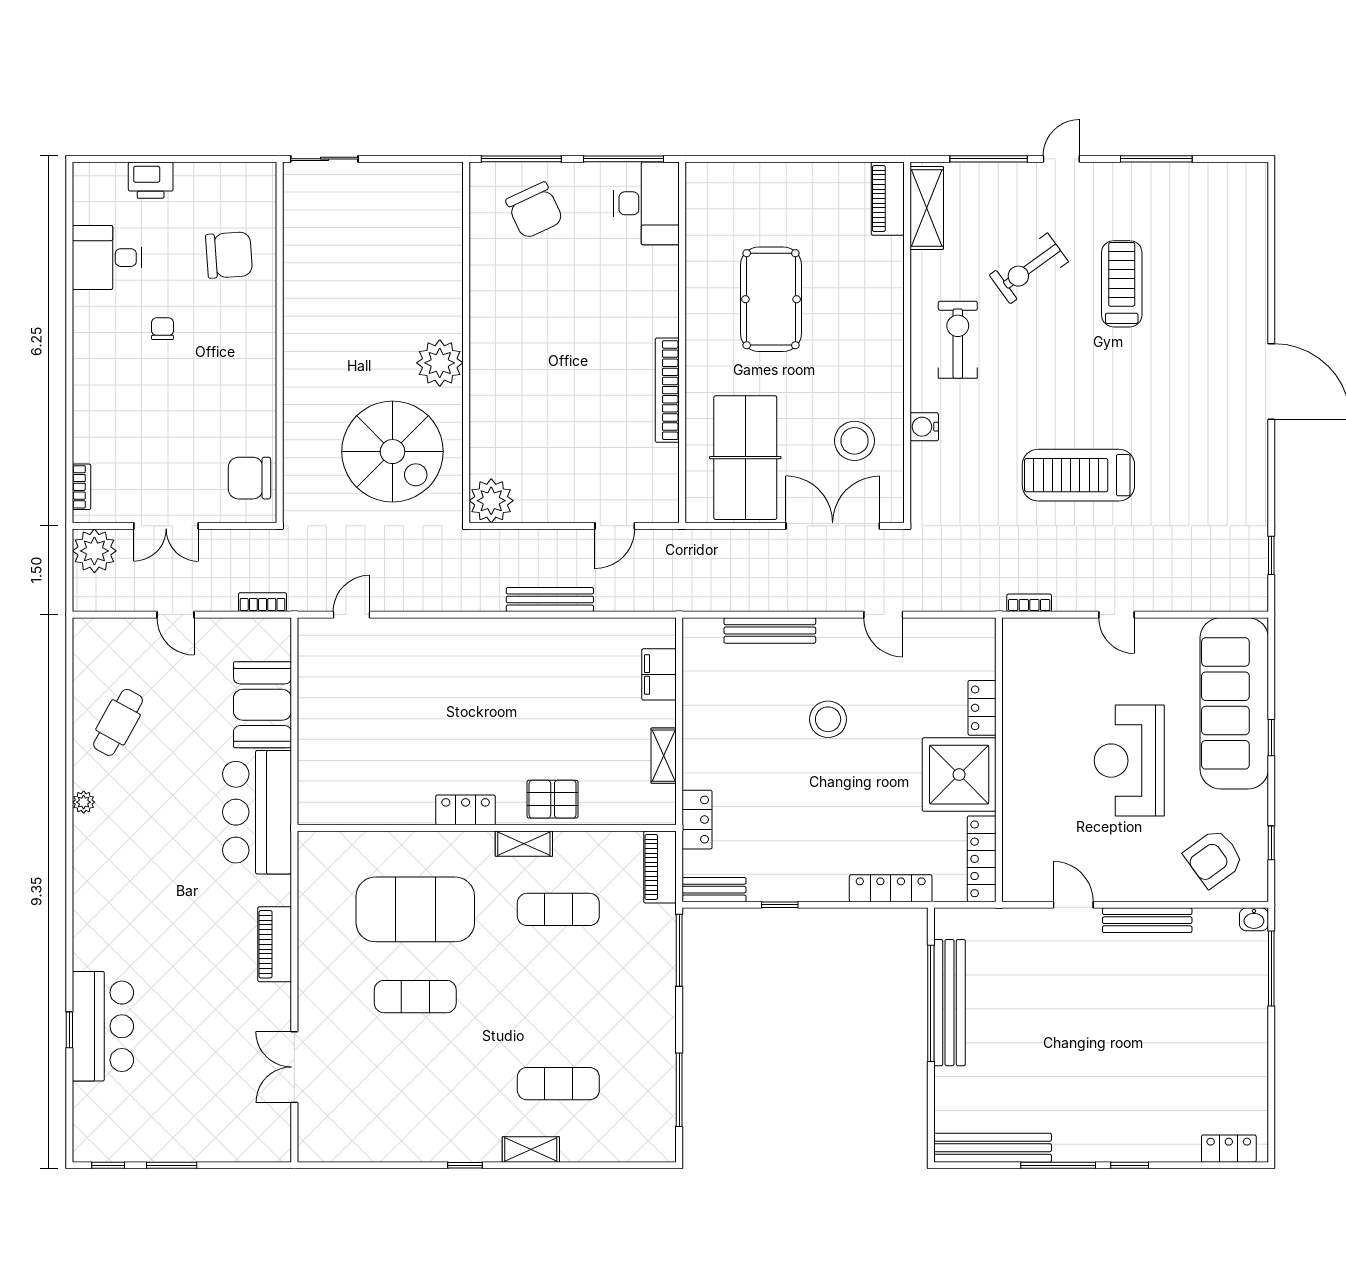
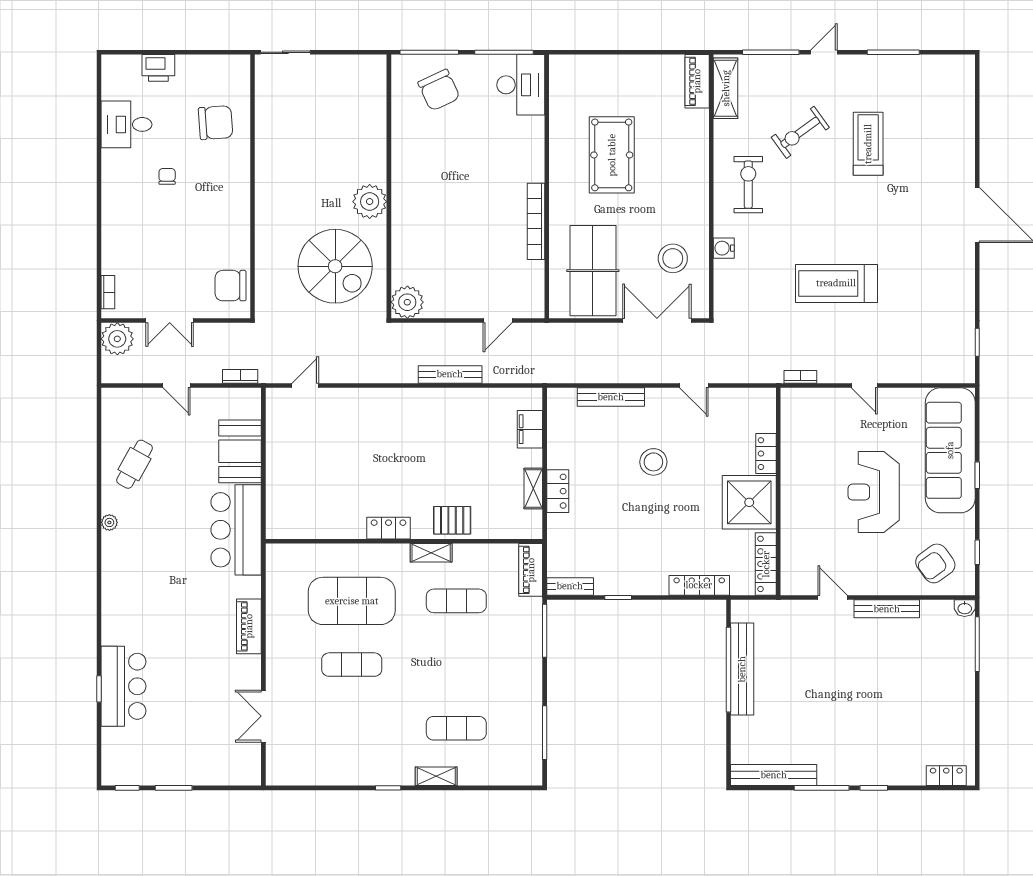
locker: (697, 820) -> (558, 491), moved

